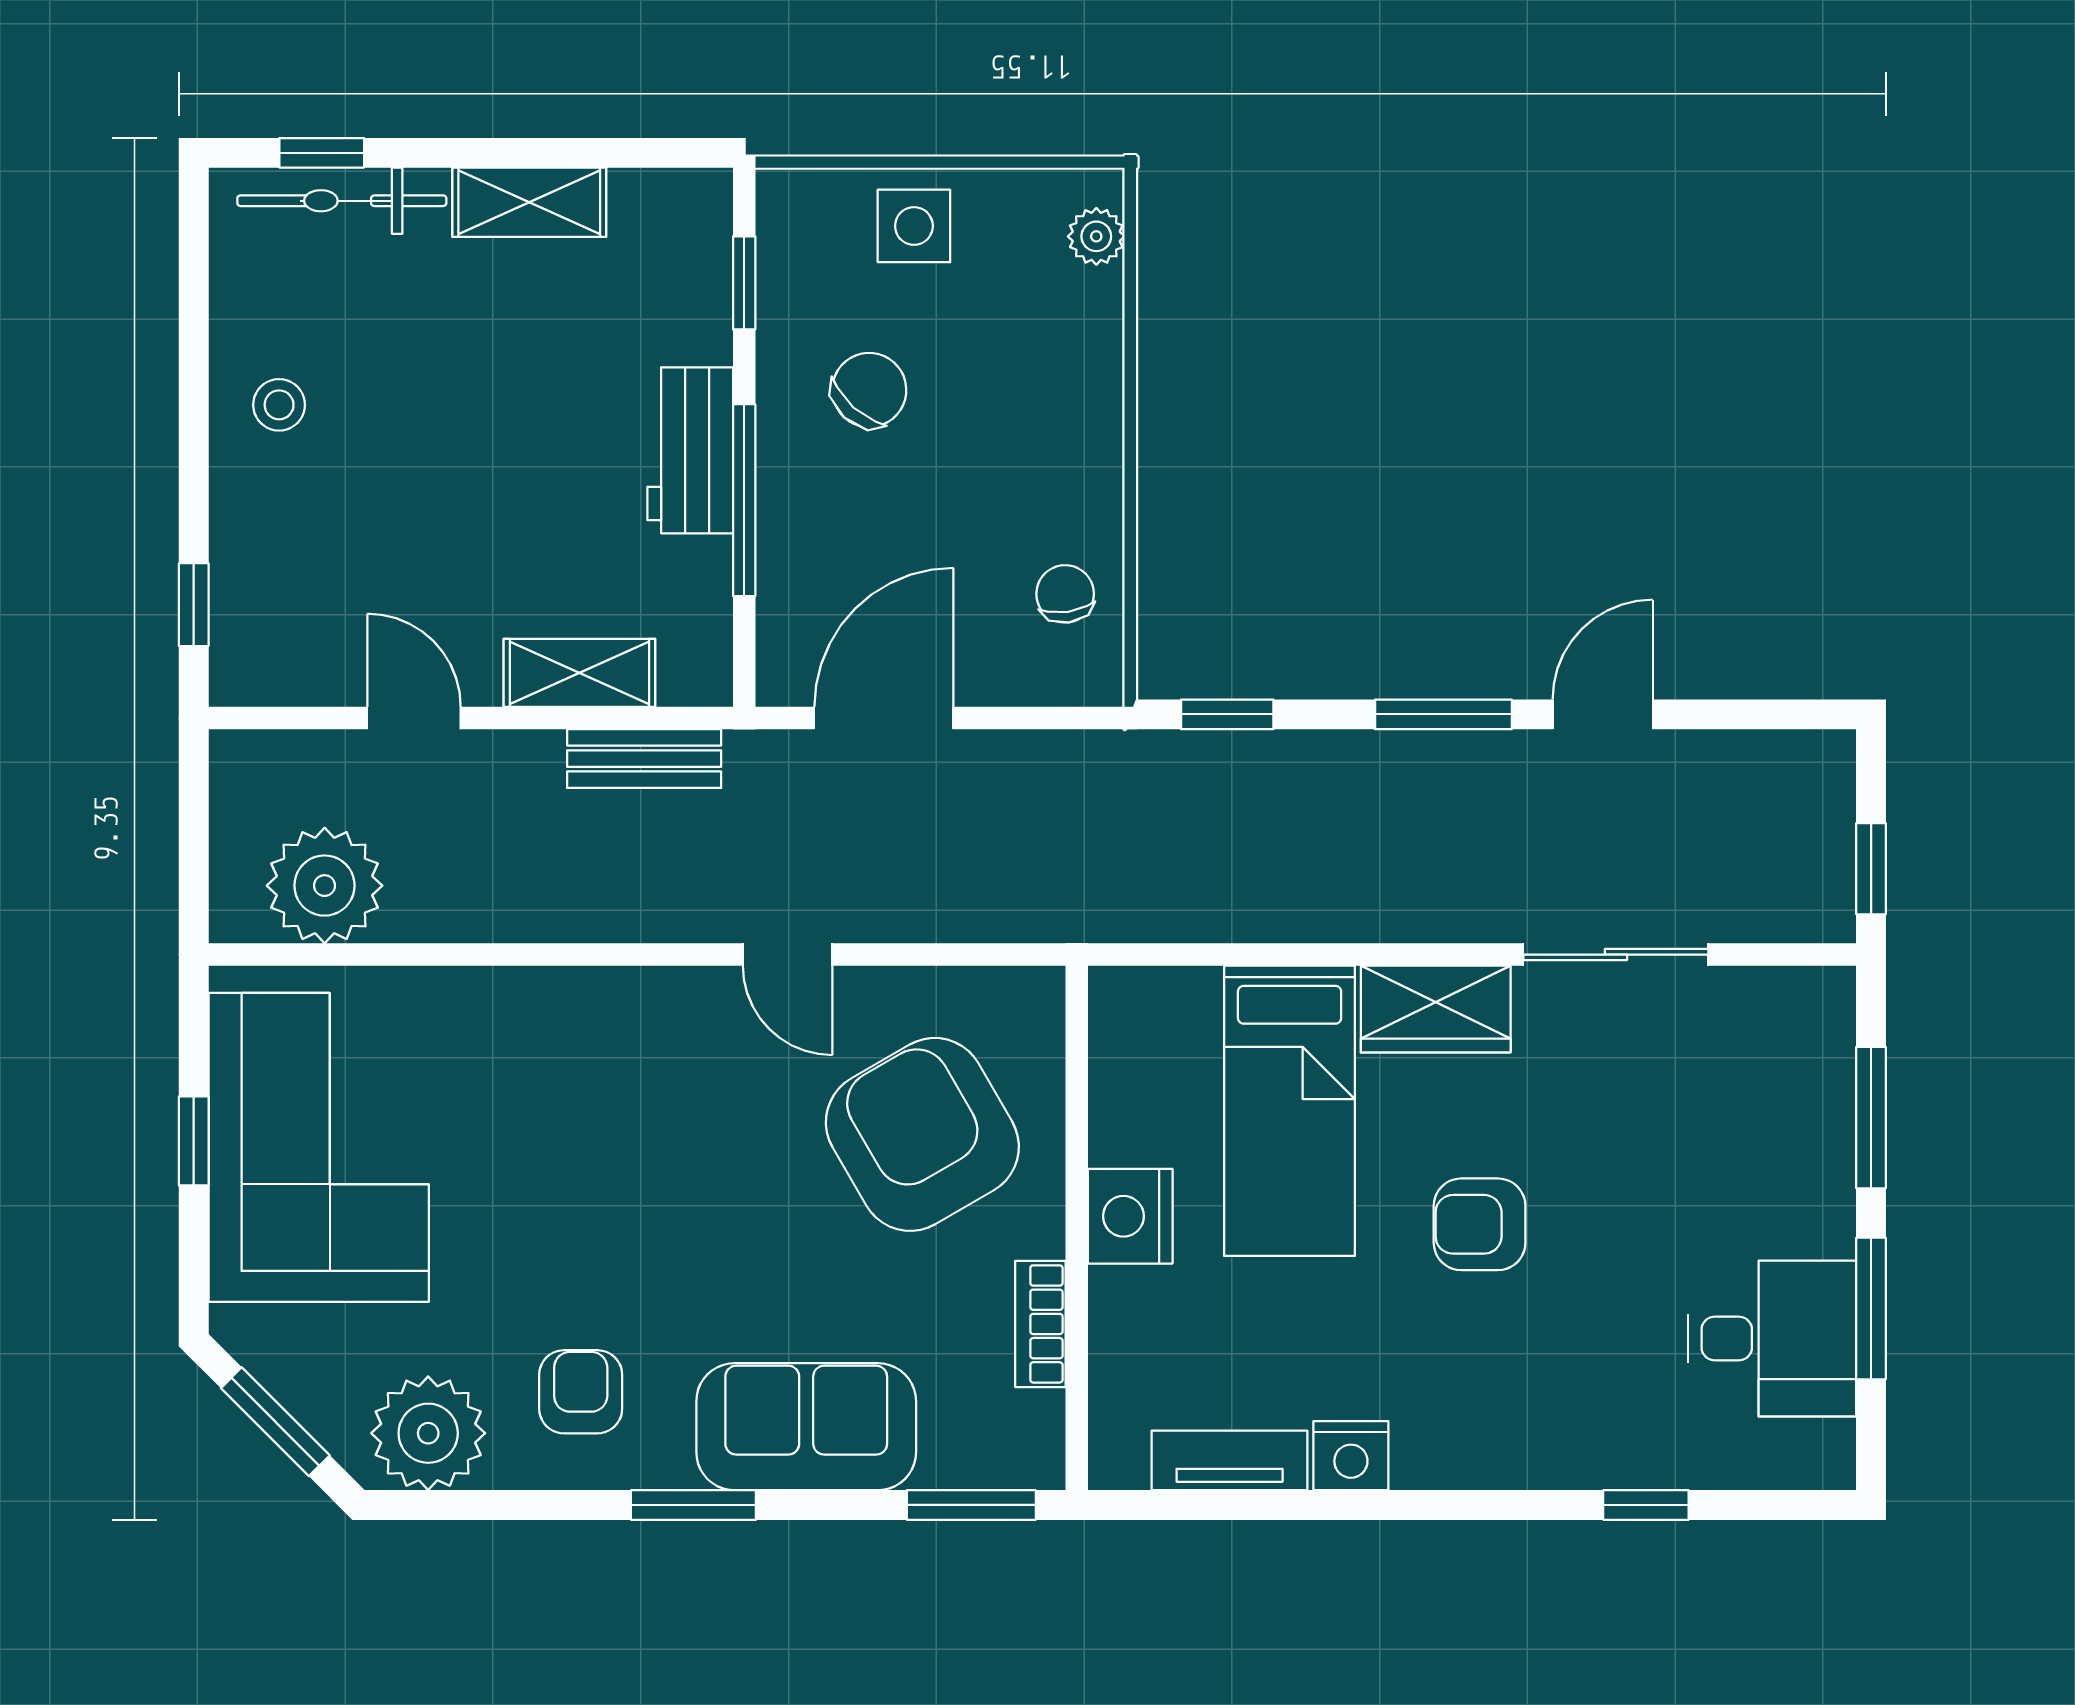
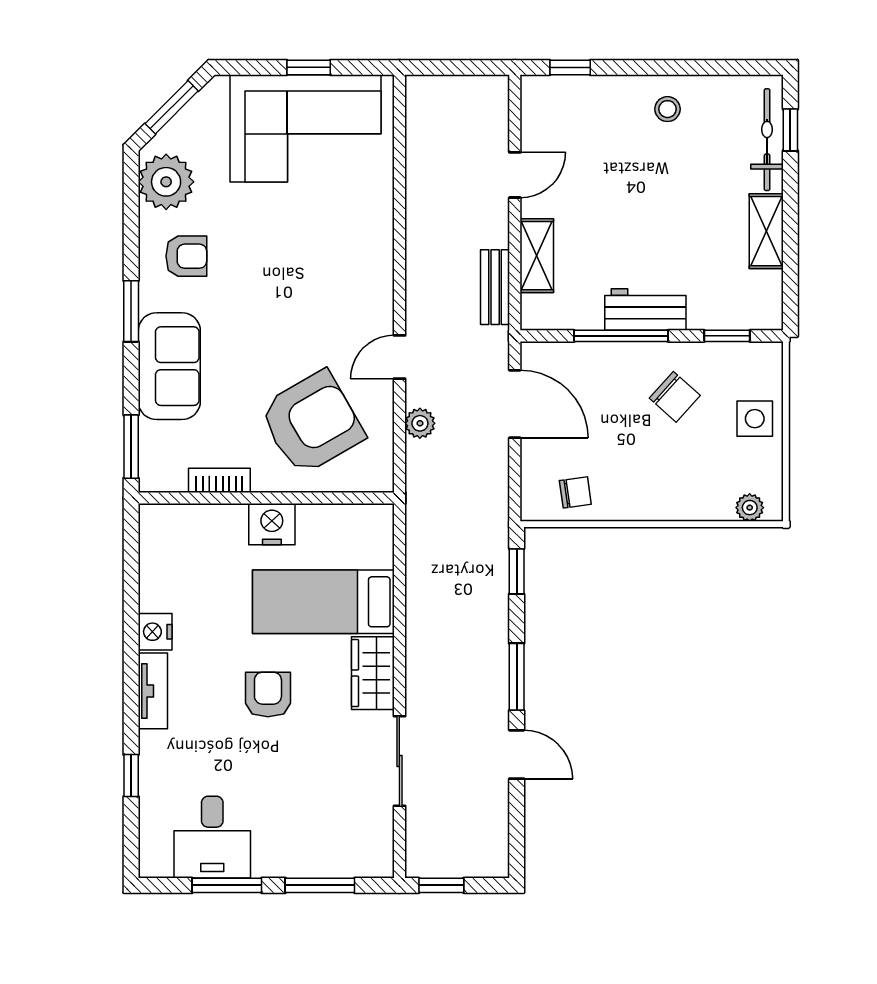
plant: (325, 886) -> (420, 423), moved, width x0.53, depth x0.53
tv unit: (1230, 1460) -> (153, 691), moved

